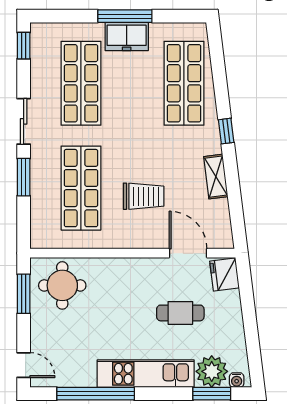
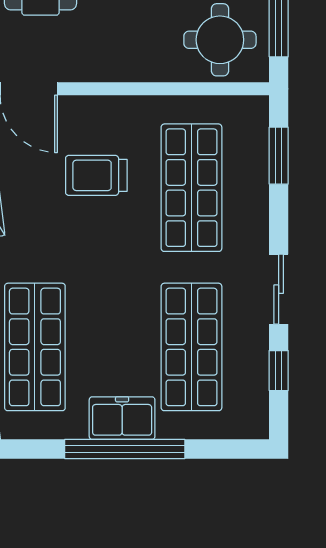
window: (125, 16) -> (125, 449), width x1.46
window: (24, 46) -> (279, 371), moved
window: (24, 177) -> (279, 156), moved

